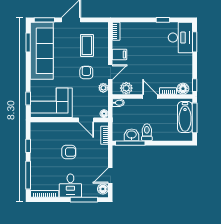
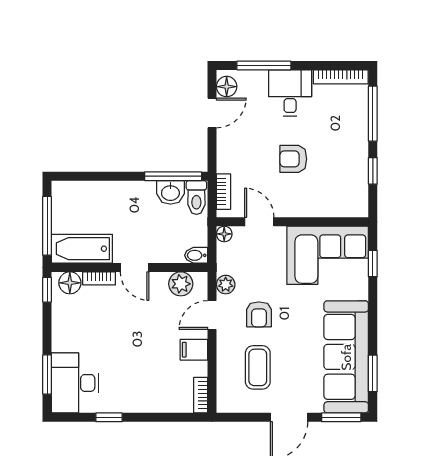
bathtub: (185, 117) -> (82, 249), moved, turned -90
toilet: (147, 132) -> (196, 198), moved

